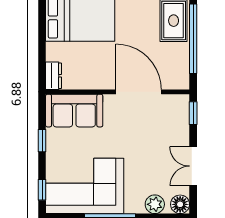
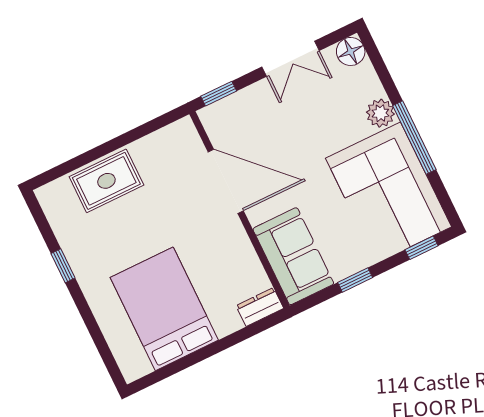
window: (193, 39) -> (118, 142), removed
door: (139, 92) -> (226, 181), swing flipped
plant: (155, 204) -> (380, 113), moved

